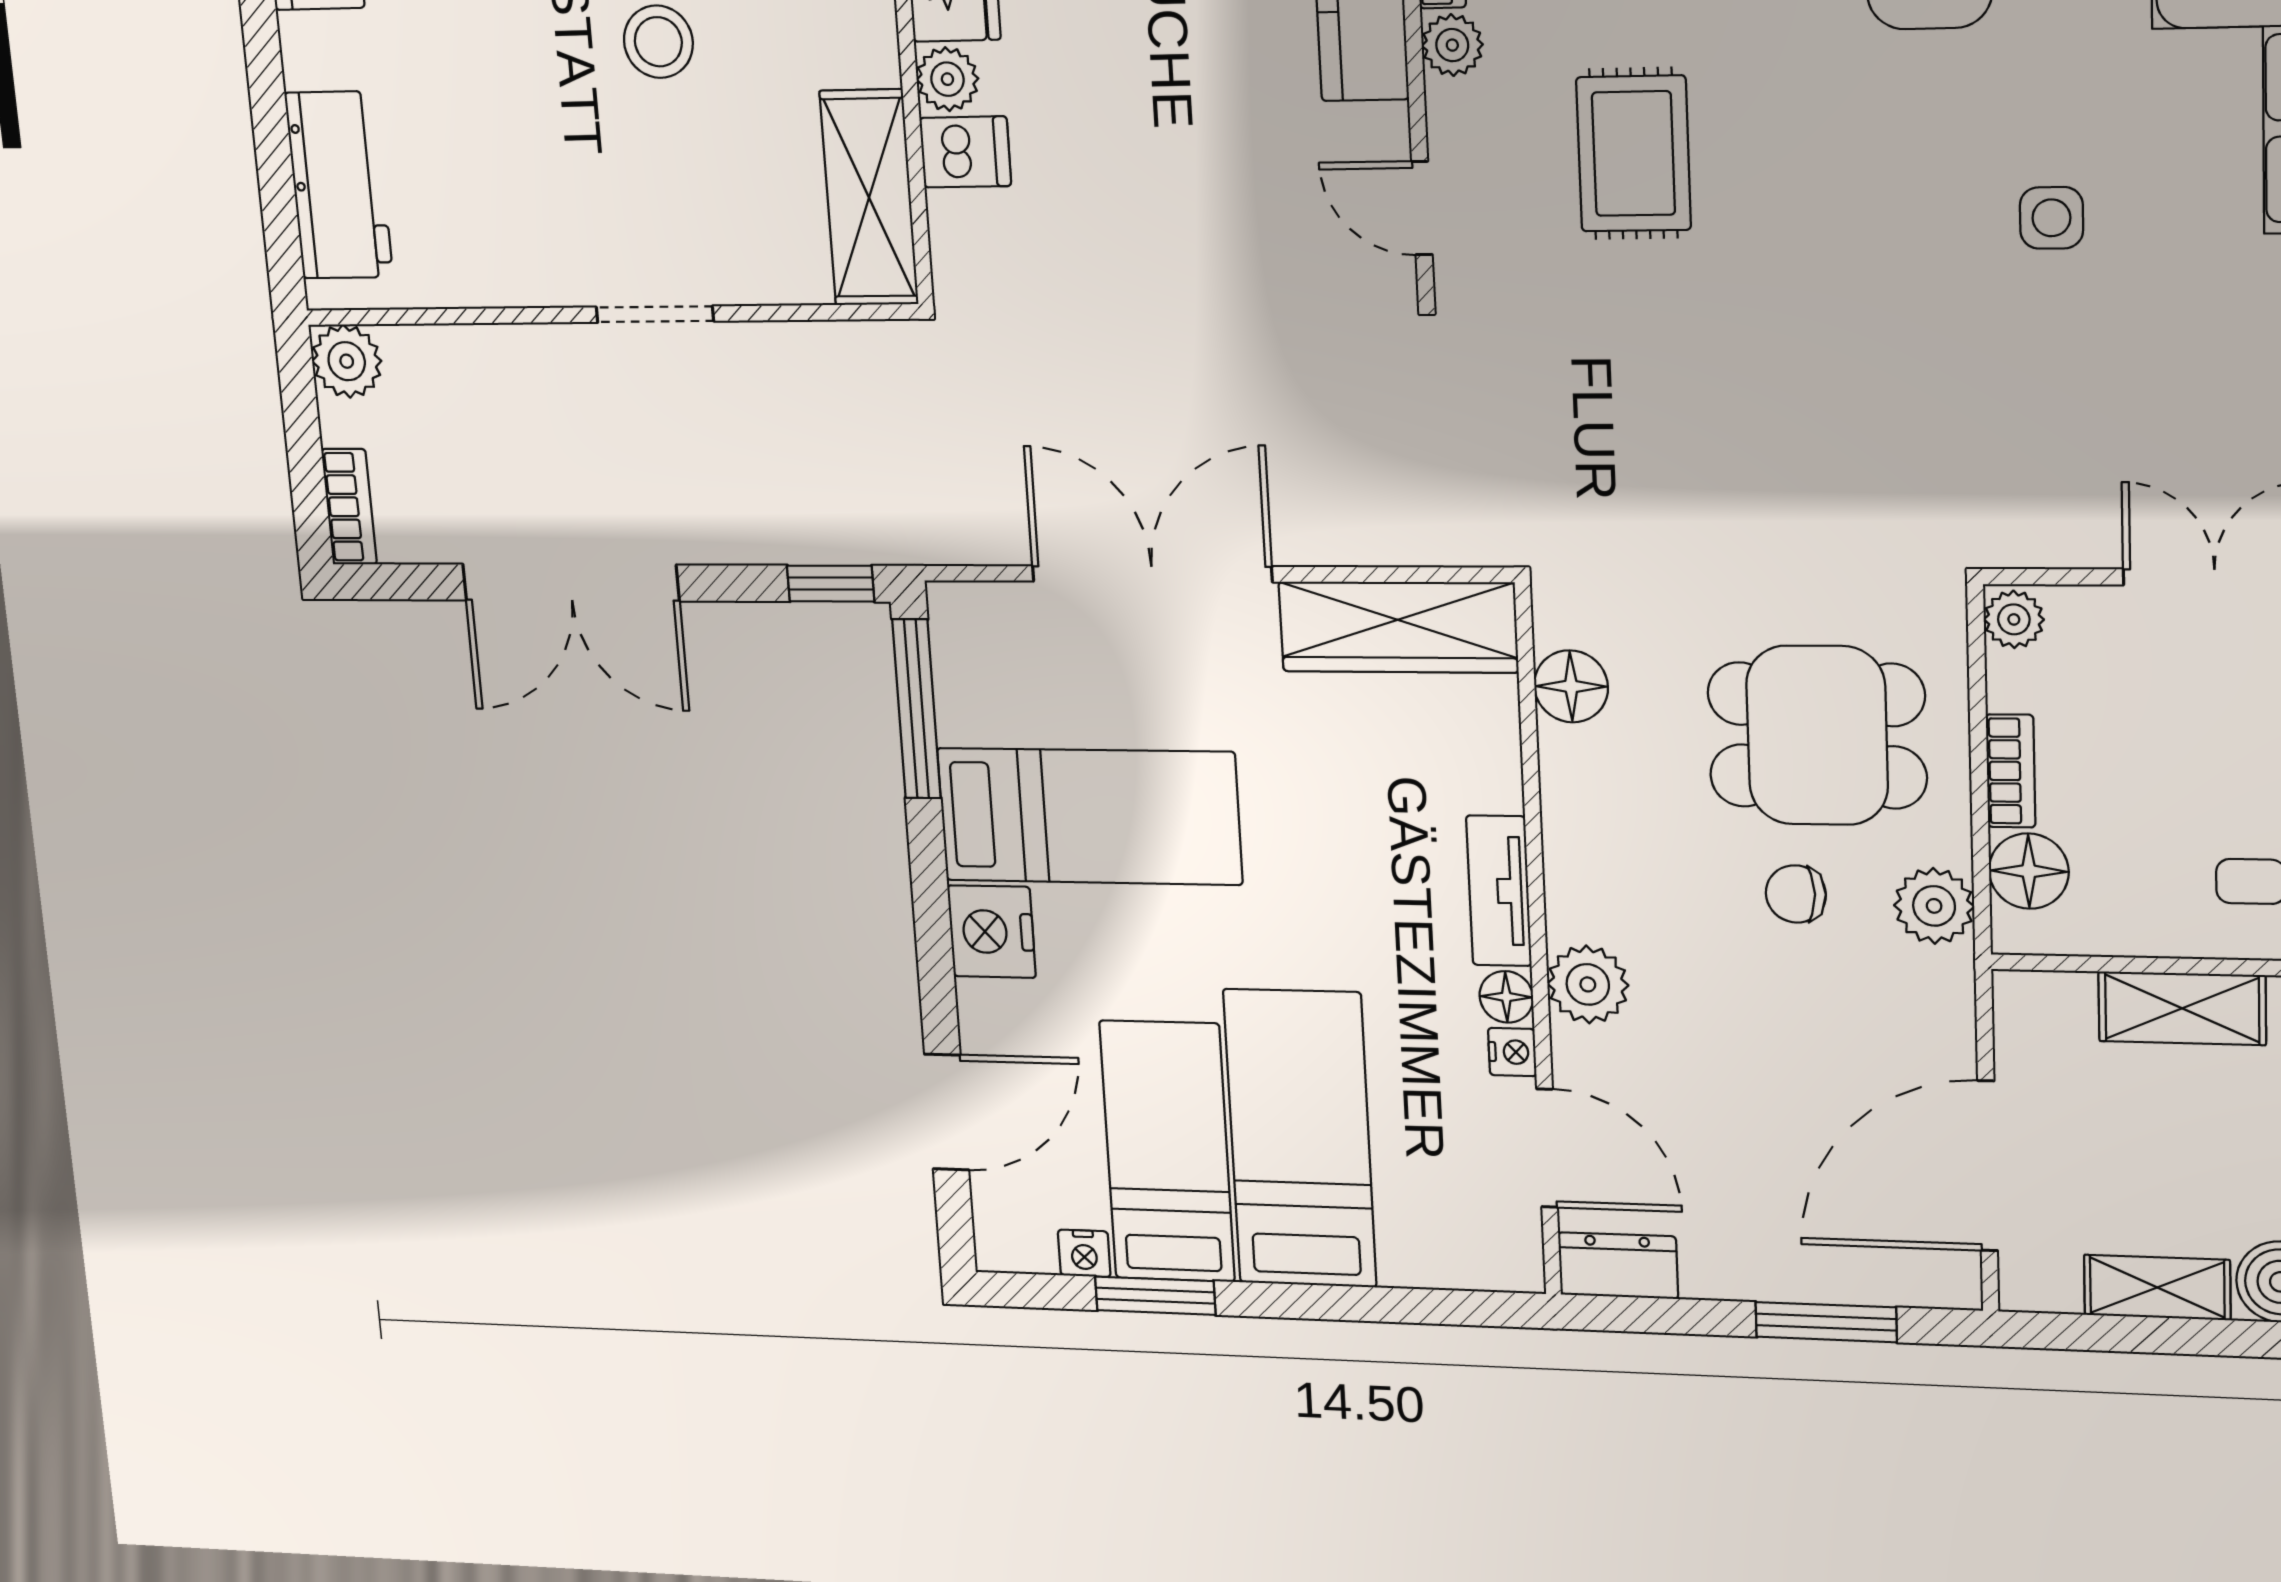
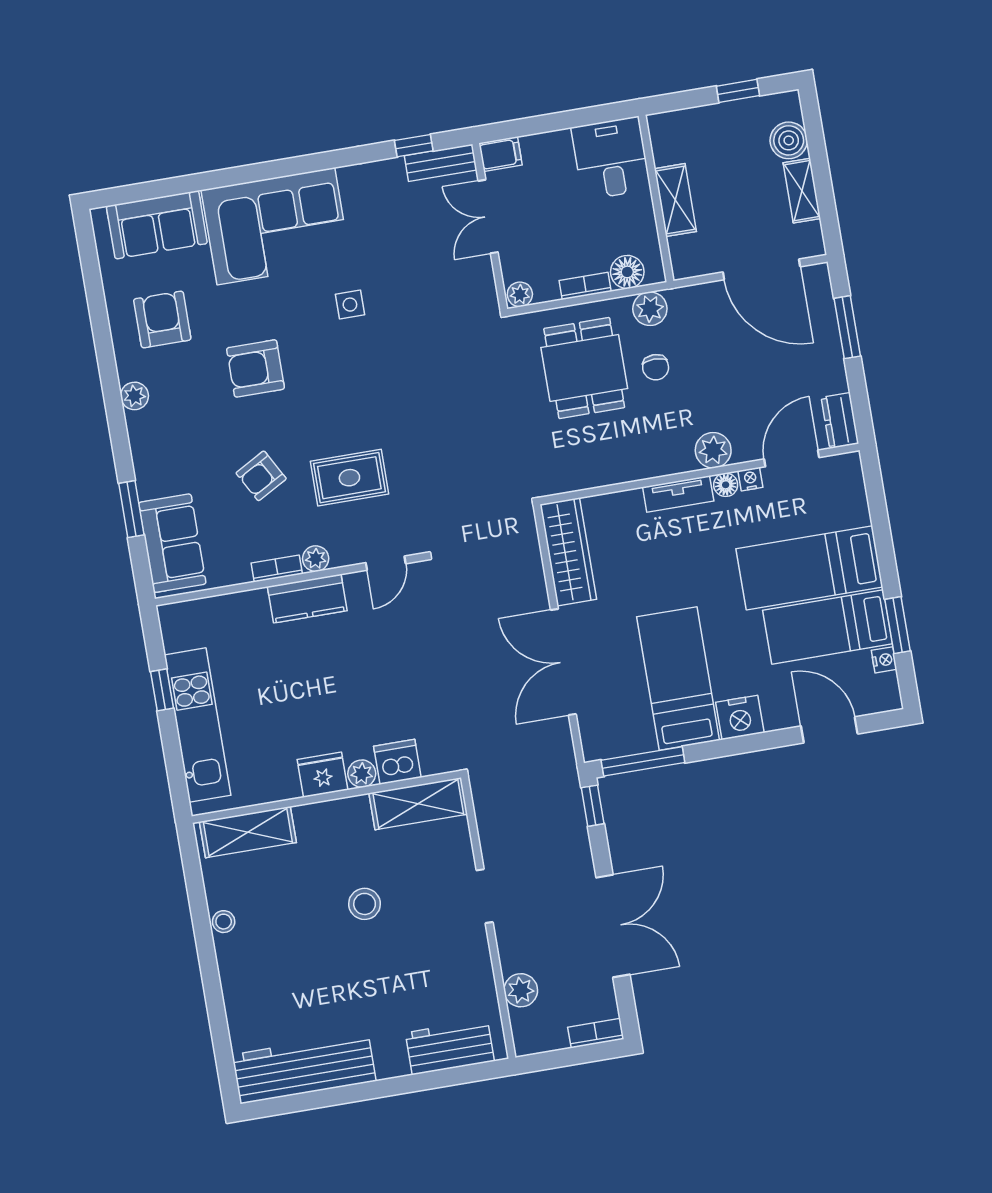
dishwasher: (965, 152) -> (397, 762), width x1.38
plant: (347, 361) -> (521, 990), moved
floor lamp: (1571, 686) -> (581, 474), removed

